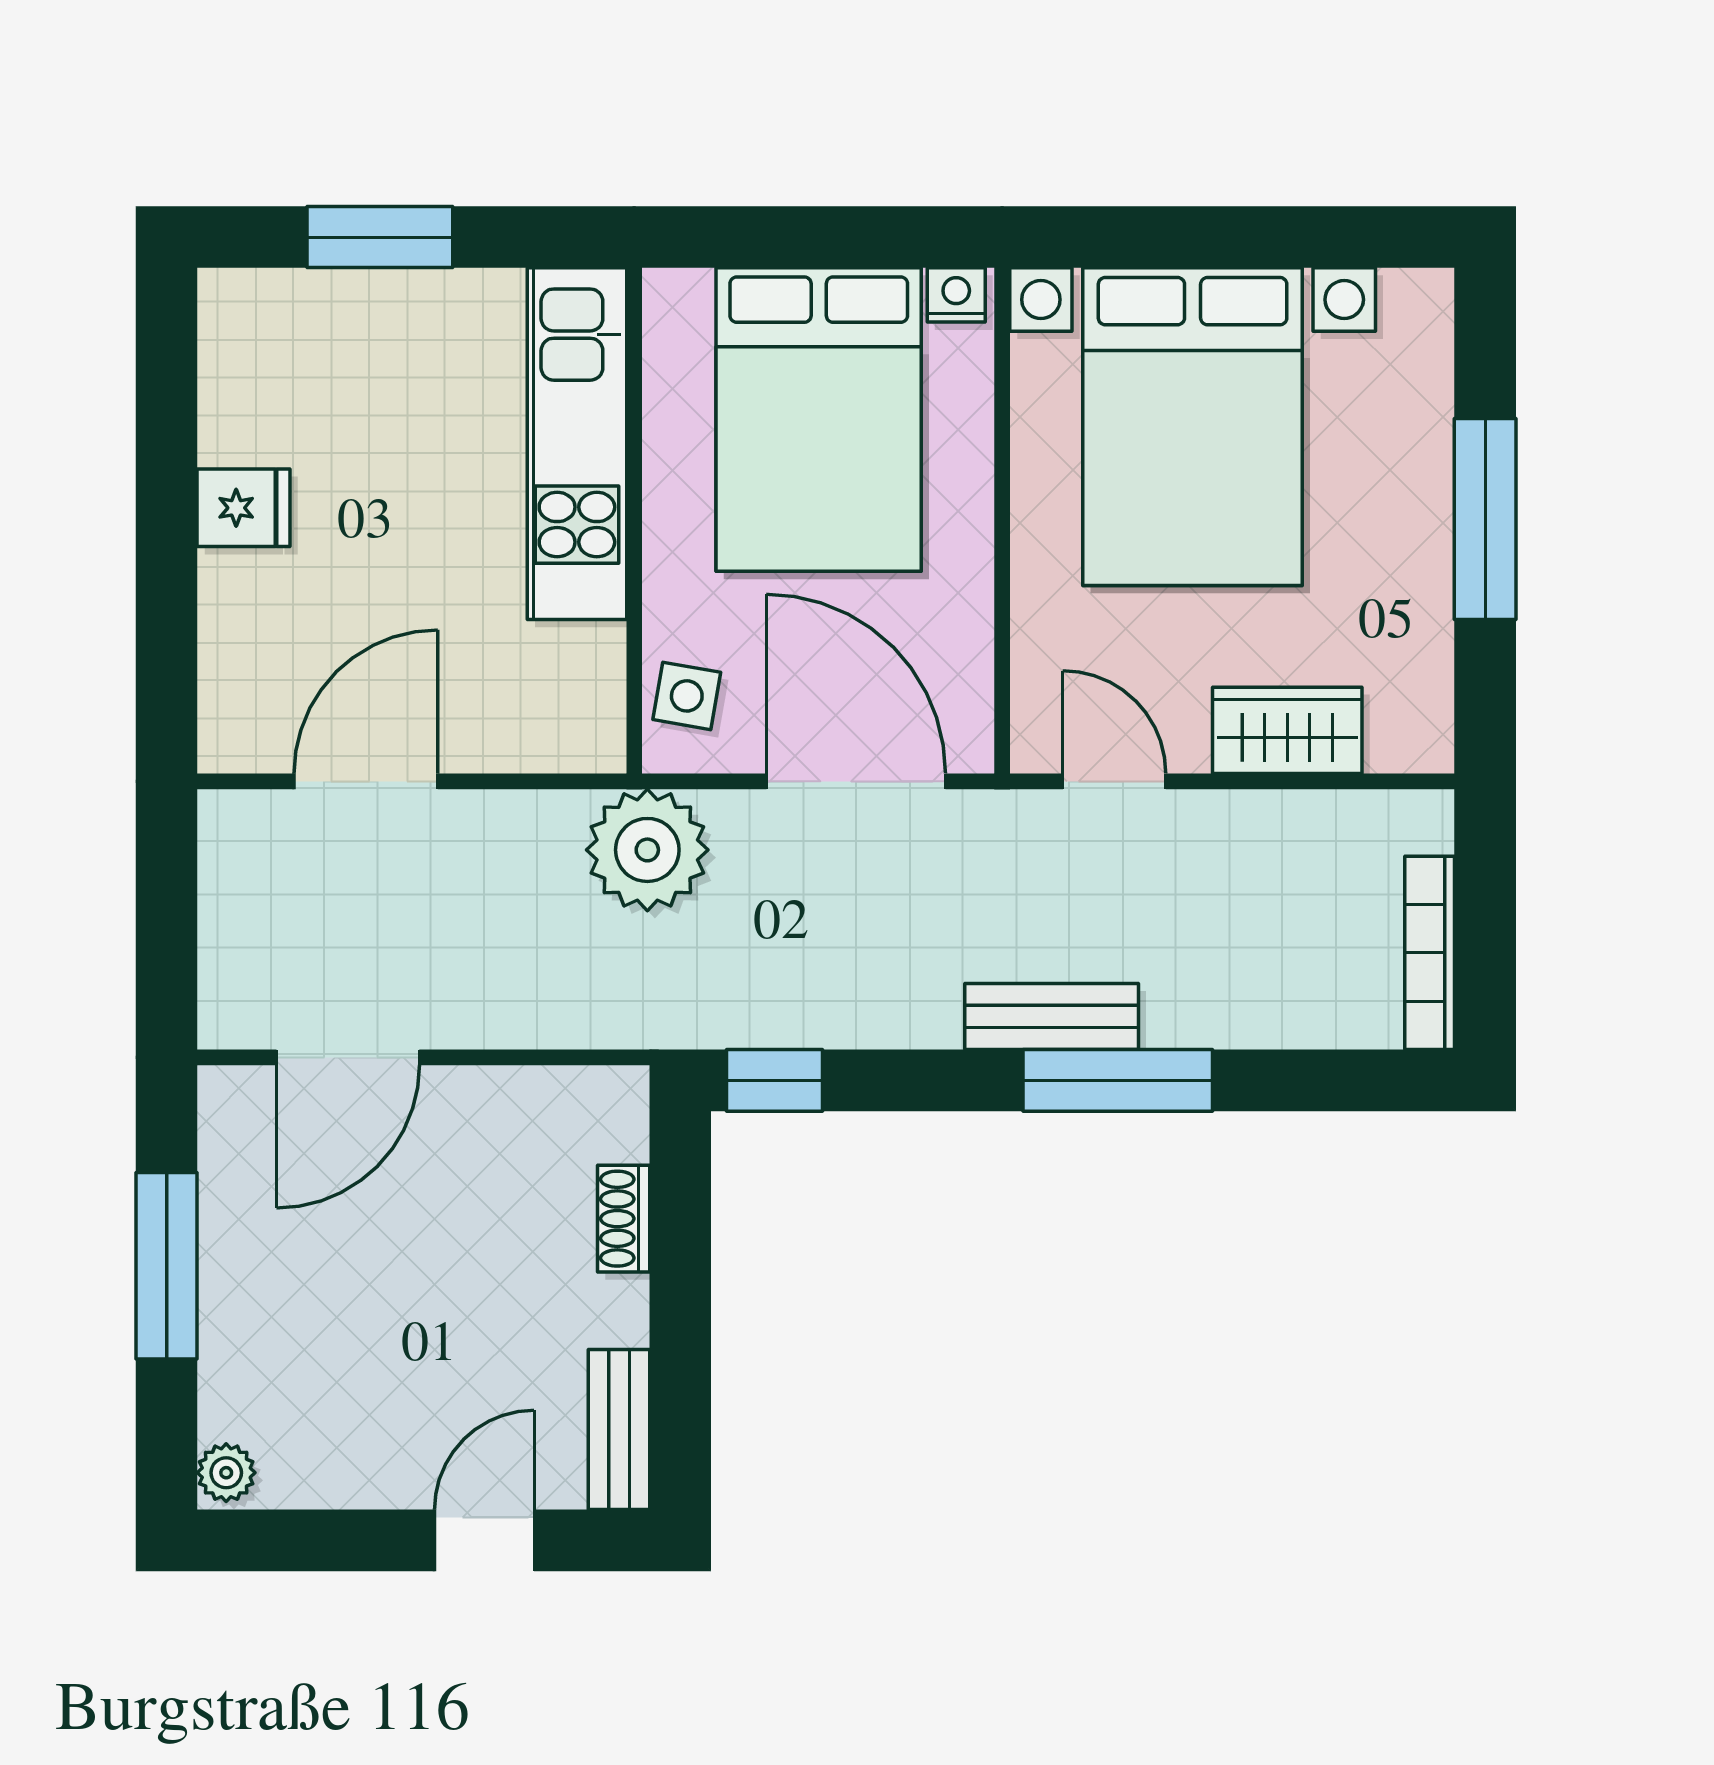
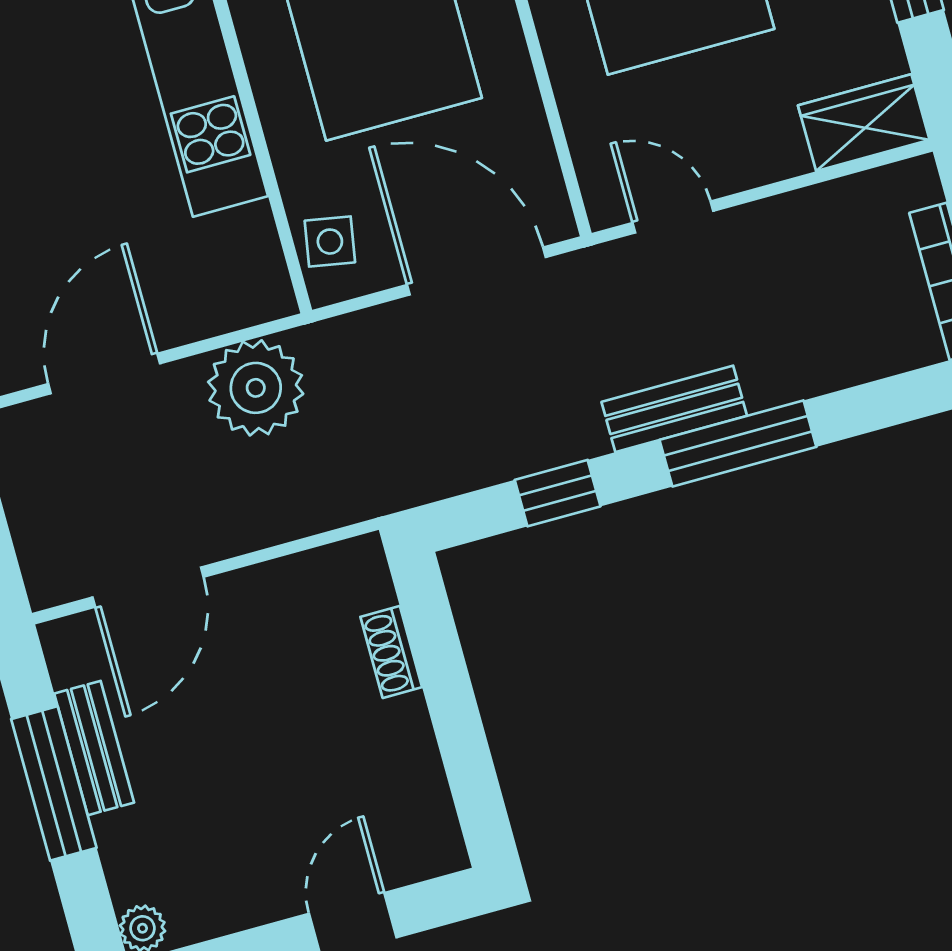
wardrobe: (1287, 730) -> (864, 123), moved
plant: (647, 850) -> (256, 388), moved
window: (774, 1080) -> (558, 493), moved
bench: (619, 1430) -> (94, 748), moved

